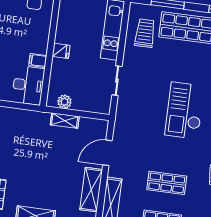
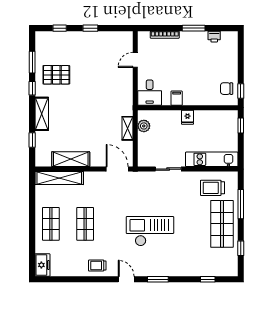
trolley: (145, 33) -> (212, 188), turned 180
desk: (28, 85) -> (150, 93), width x0.73
door: (107, 153) -> (117, 169), moved

